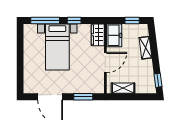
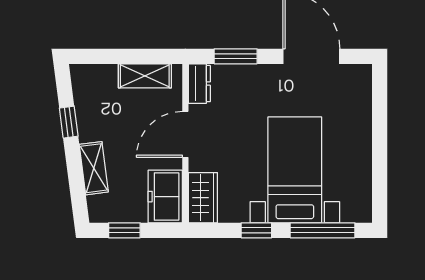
window: (158, 80) -> (69, 122), moved
dresser: (99, 85) -> (199, 84), added

